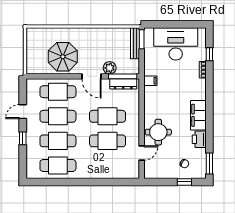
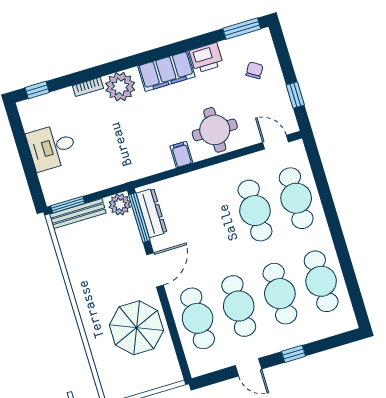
desk: (176, 44) -> (52, 147), width x0.53, depth x0.77
window: (209, 54) -> (37, 90), moved
plant: (110, 68) -> (120, 204), moved
filing cabinet: (150, 81) -> (181, 154), moved
plant: (198, 87) -> (120, 87), added
cafe table: (108, 116) -> (296, 198), moved
door: (142, 153) -> (275, 142), moved
window: (184, 182) -> (295, 95), moved

